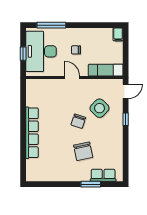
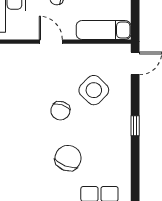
window: (126, 119) -> (135, 126), moved
chair: (83, 151) -> (68, 158), turned -147

